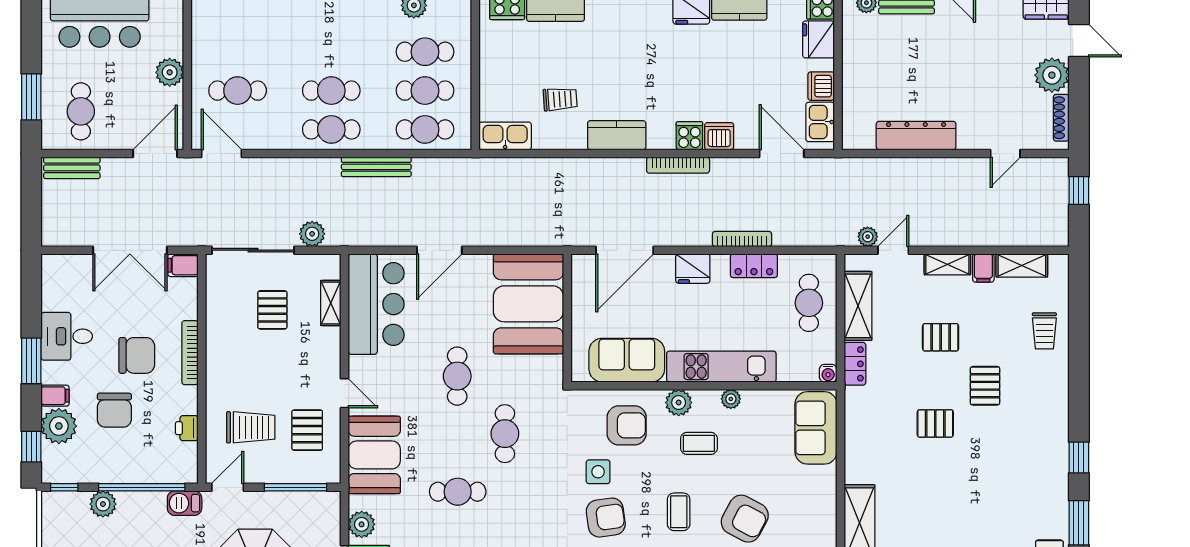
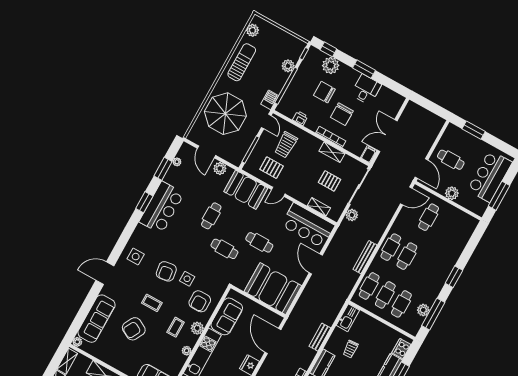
cafe table: (81, 111) -> (451, 160), moved
bench: (72, 168) -> (320, 337), moved
shelving: (217, 335) -> (332, 152), added
filing cabinet: (55, 396) -> (344, 71), removed

